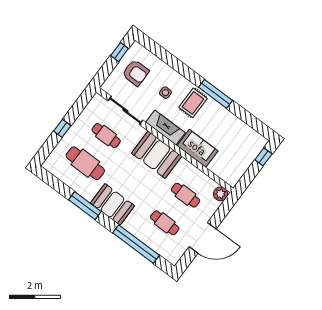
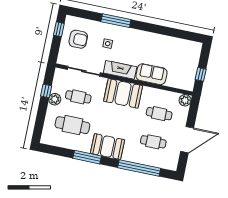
window: (216, 94) -> (116, 21), moved
rug: (193, 103) -> (132, 42), removed
plant: (79, 126) -> (55, 99), added
window: (62, 128) -> (46, 91), moved
window: (263, 157) -> (201, 74), moved

